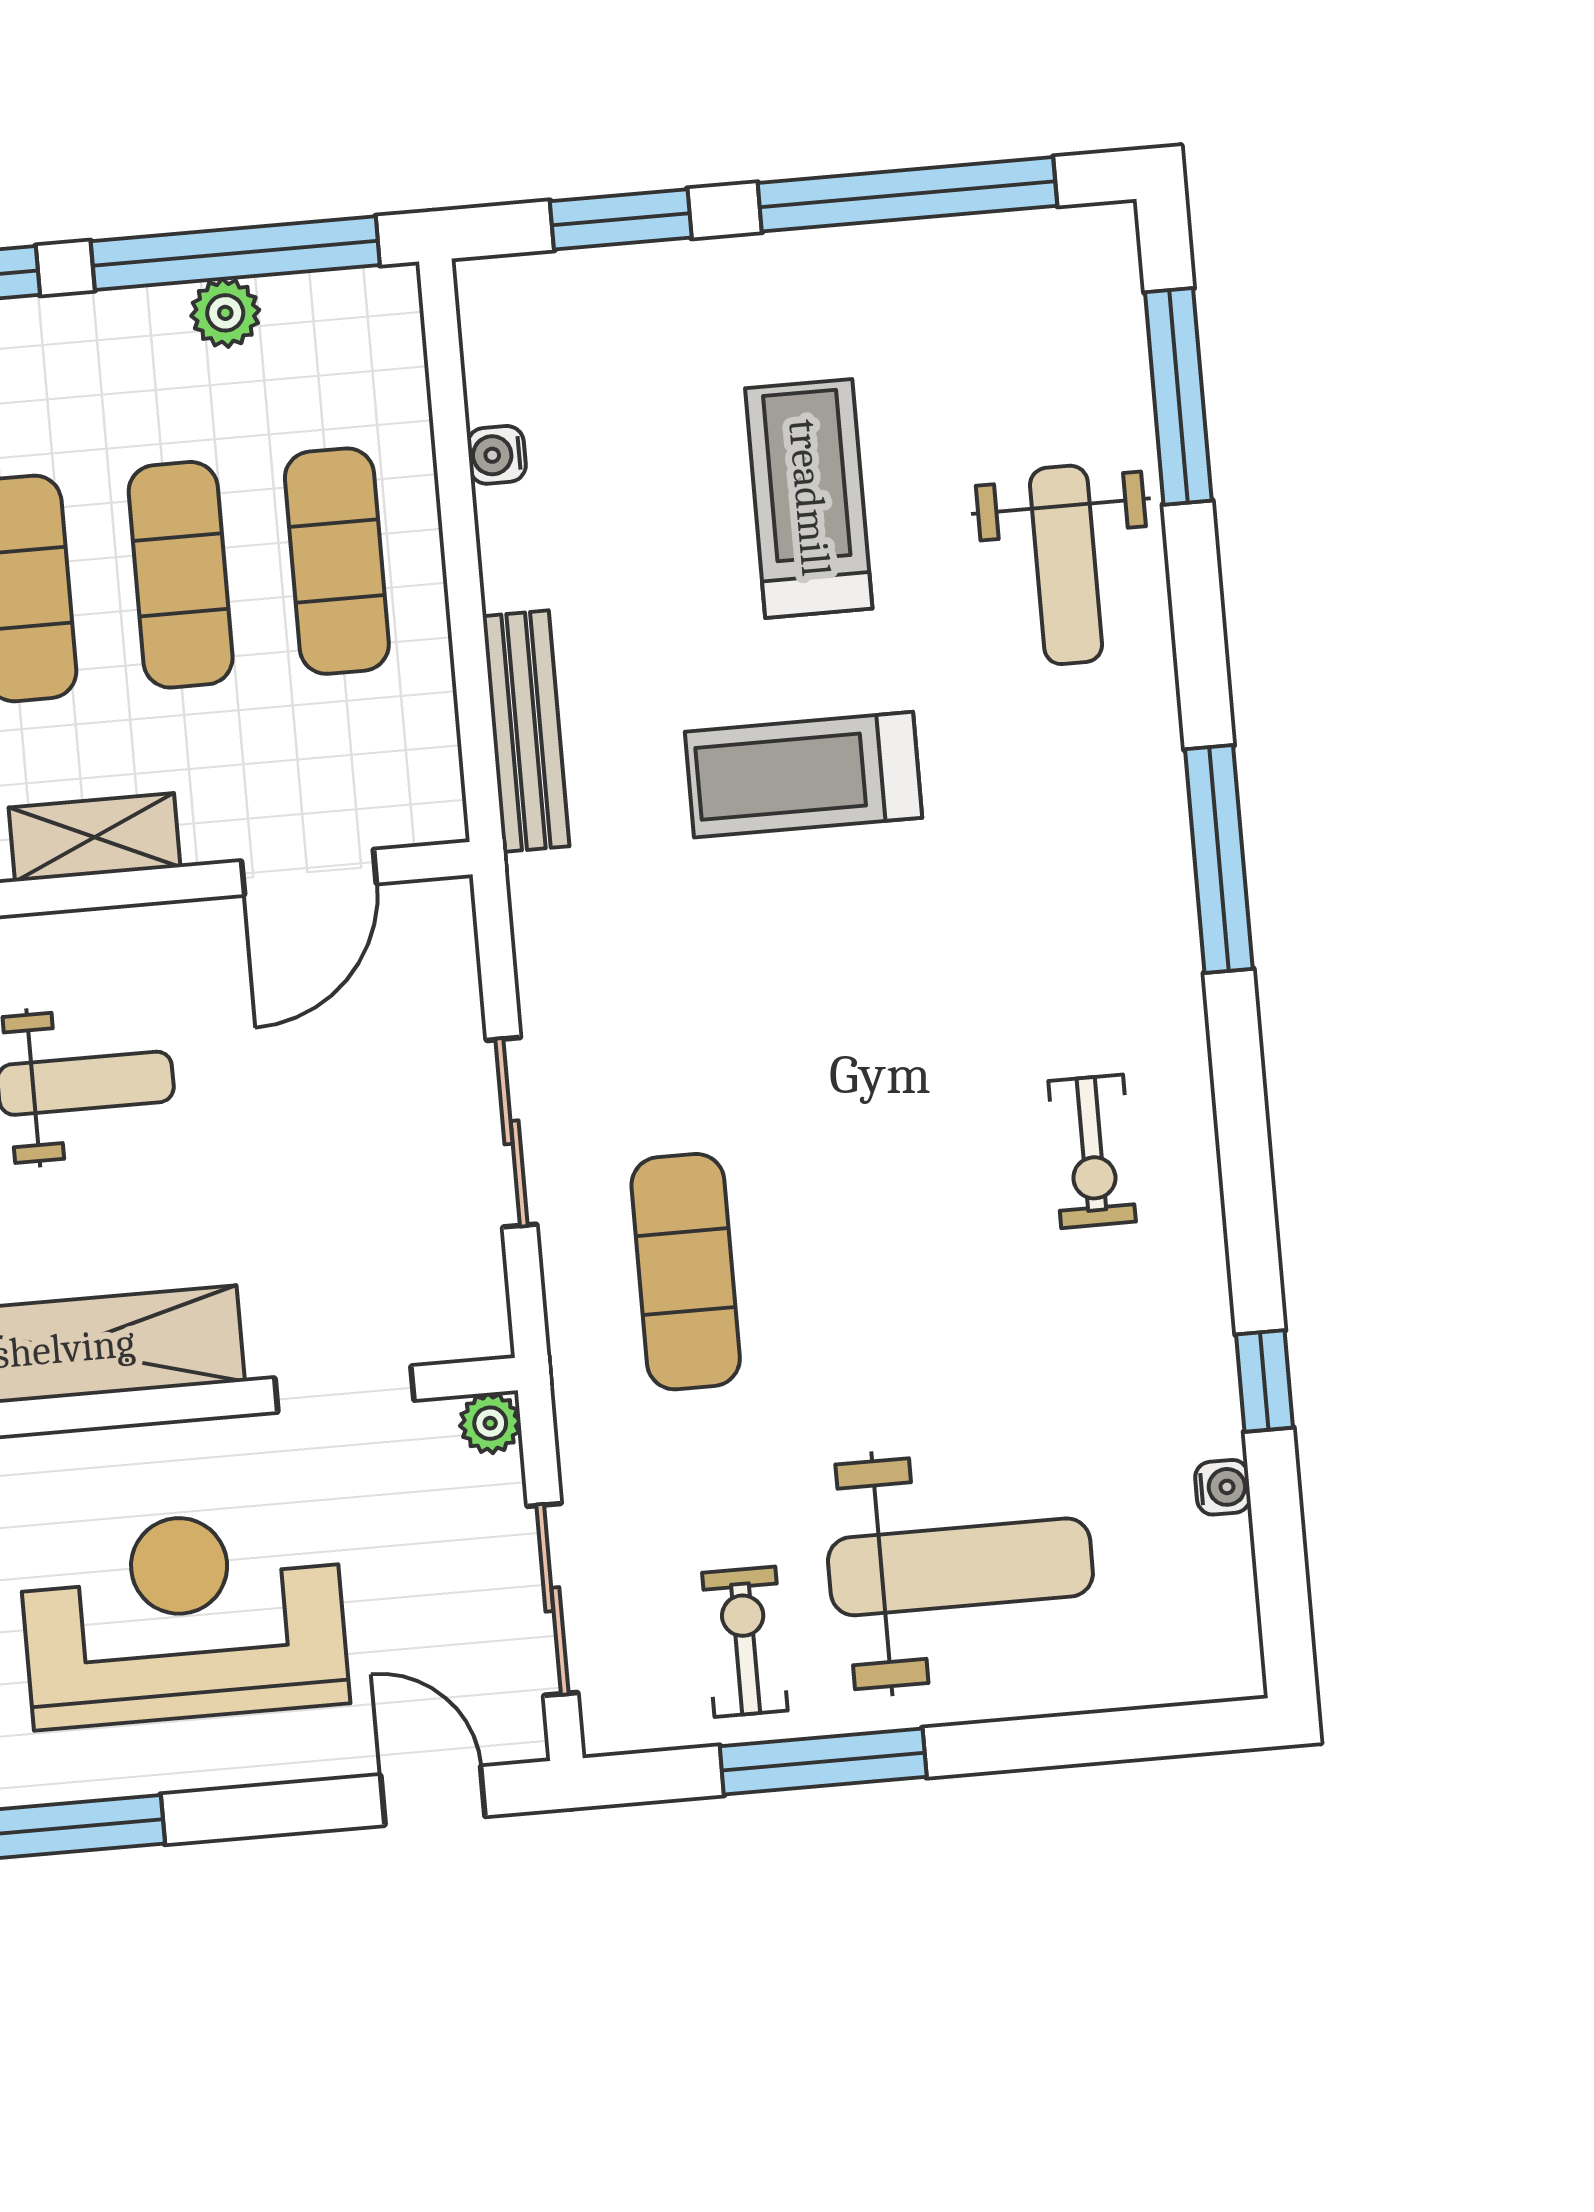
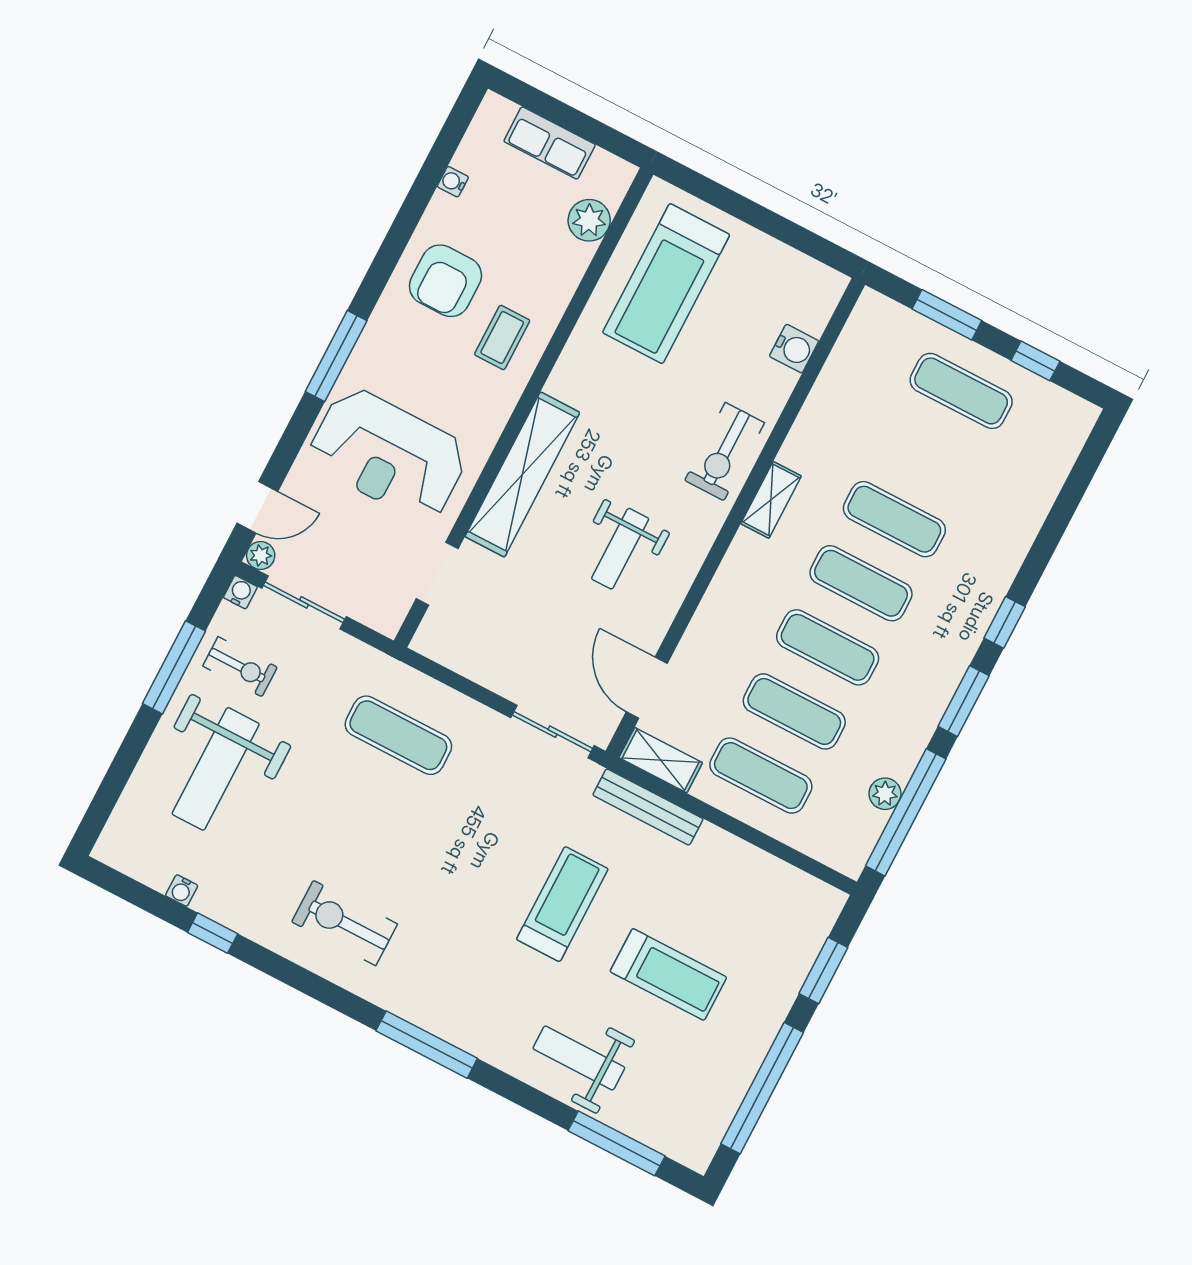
water cooler: (497, 455) -> (240, 592), moved
shelving: (95, 837) -> (661, 760), moved, turned 90
sliding door: (512, 1132) -> (553, 732), moved
exercise bike: (1092, 1151) -> (345, 923), width x1.38, depth x1.39
plant: (490, 1423) -> (261, 556), moved
reception desk: (184, 1618) -> (388, 454), turned 90

